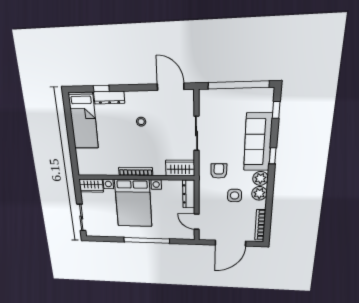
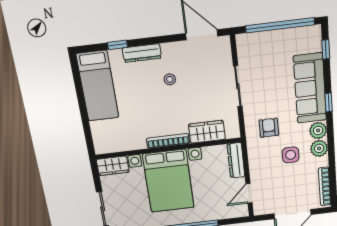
dresser: (109, 98) -> (142, 53), moved
wardrobe: (180, 168) -> (207, 132), moved
door: (197, 222) -> (249, 193), hinge flipped

